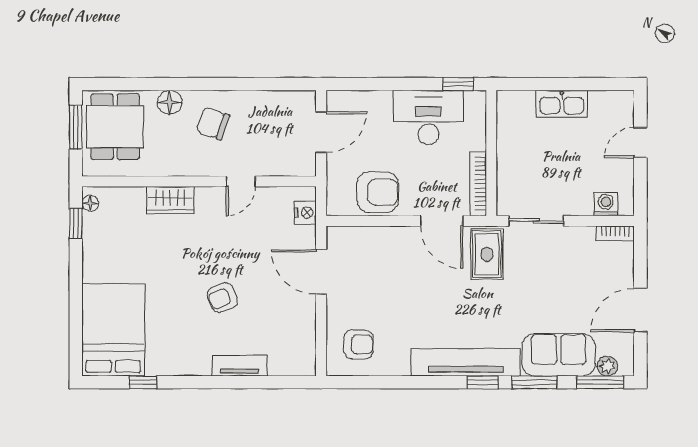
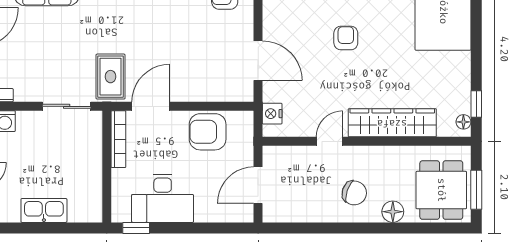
wardrobe: (170, 200) -> (392, 123), width x2.10, depth x1.17
door: (442, 221) -> (151, 106), hinge flipped
armchair: (222, 298) -> (346, 38), turned -68

